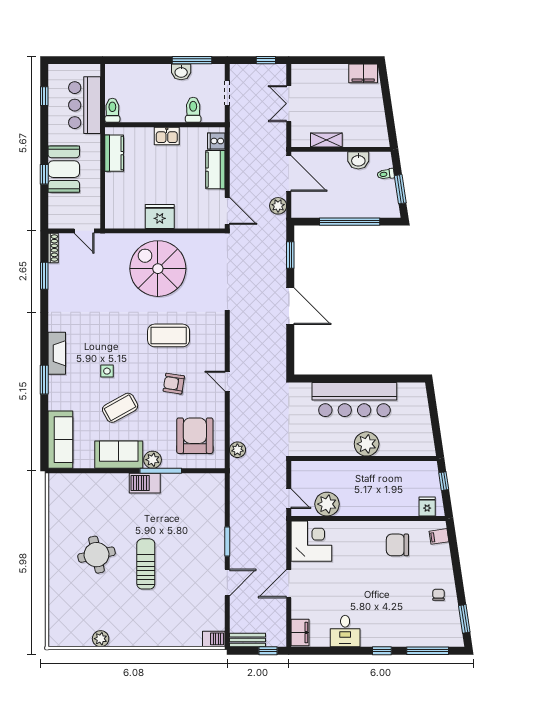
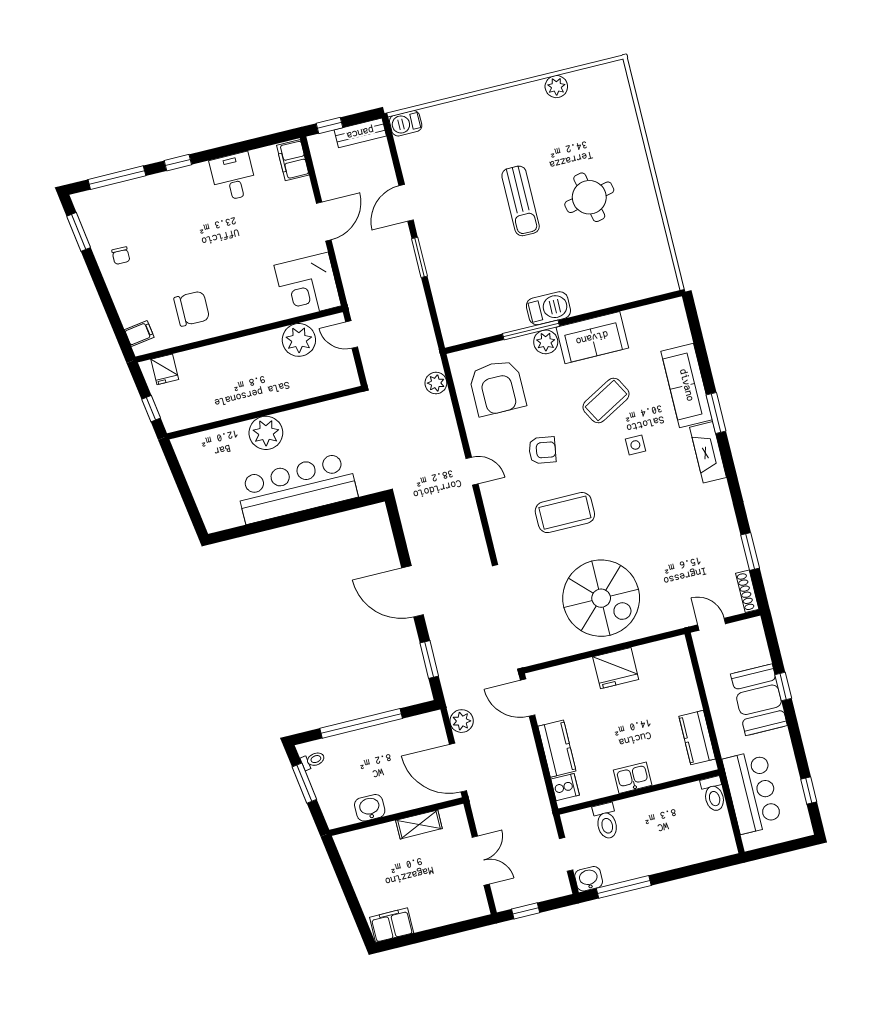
washbasin: (181, 72) -> (589, 879), moved
toilet: (386, 174) -> (313, 760), moved
sofa: (60, 440) -> (687, 385), moved

